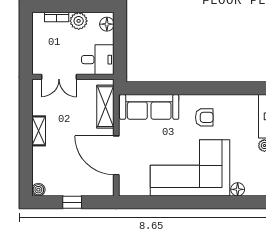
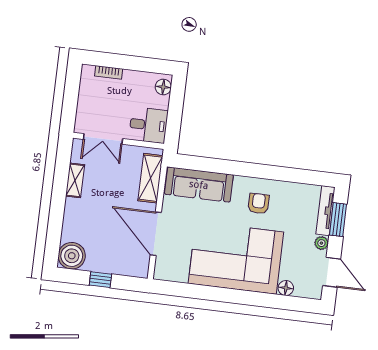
plant: (79, 21) -> (132, 80), removed
armchair: (204, 117) -> (258, 204), turned -90
shelving: (39, 131) -> (75, 180), moved
boiler: (38, 190) -> (72, 256), width x1.86, depth x1.86

